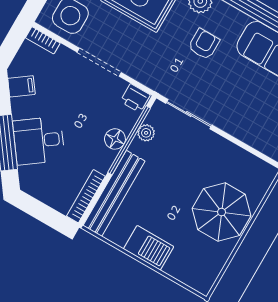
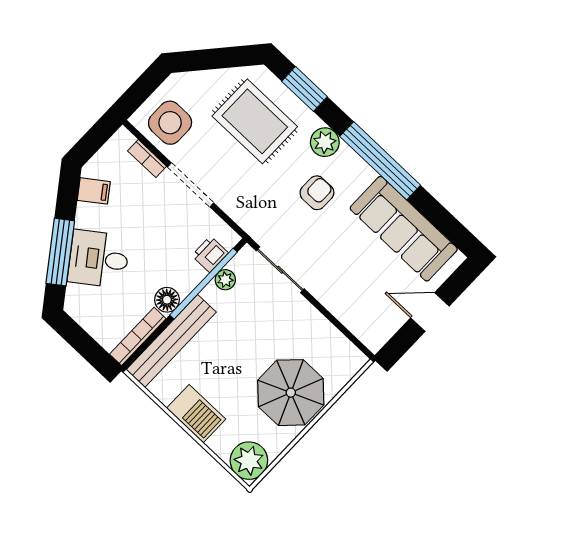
bookcase: (43, 40) -> (147, 159), moved
printer: (135, 98) -> (210, 254), moved, turned 90
floor lamp: (115, 139) -> (167, 300), moved
plant: (201, 276) -> (249, 461), added

